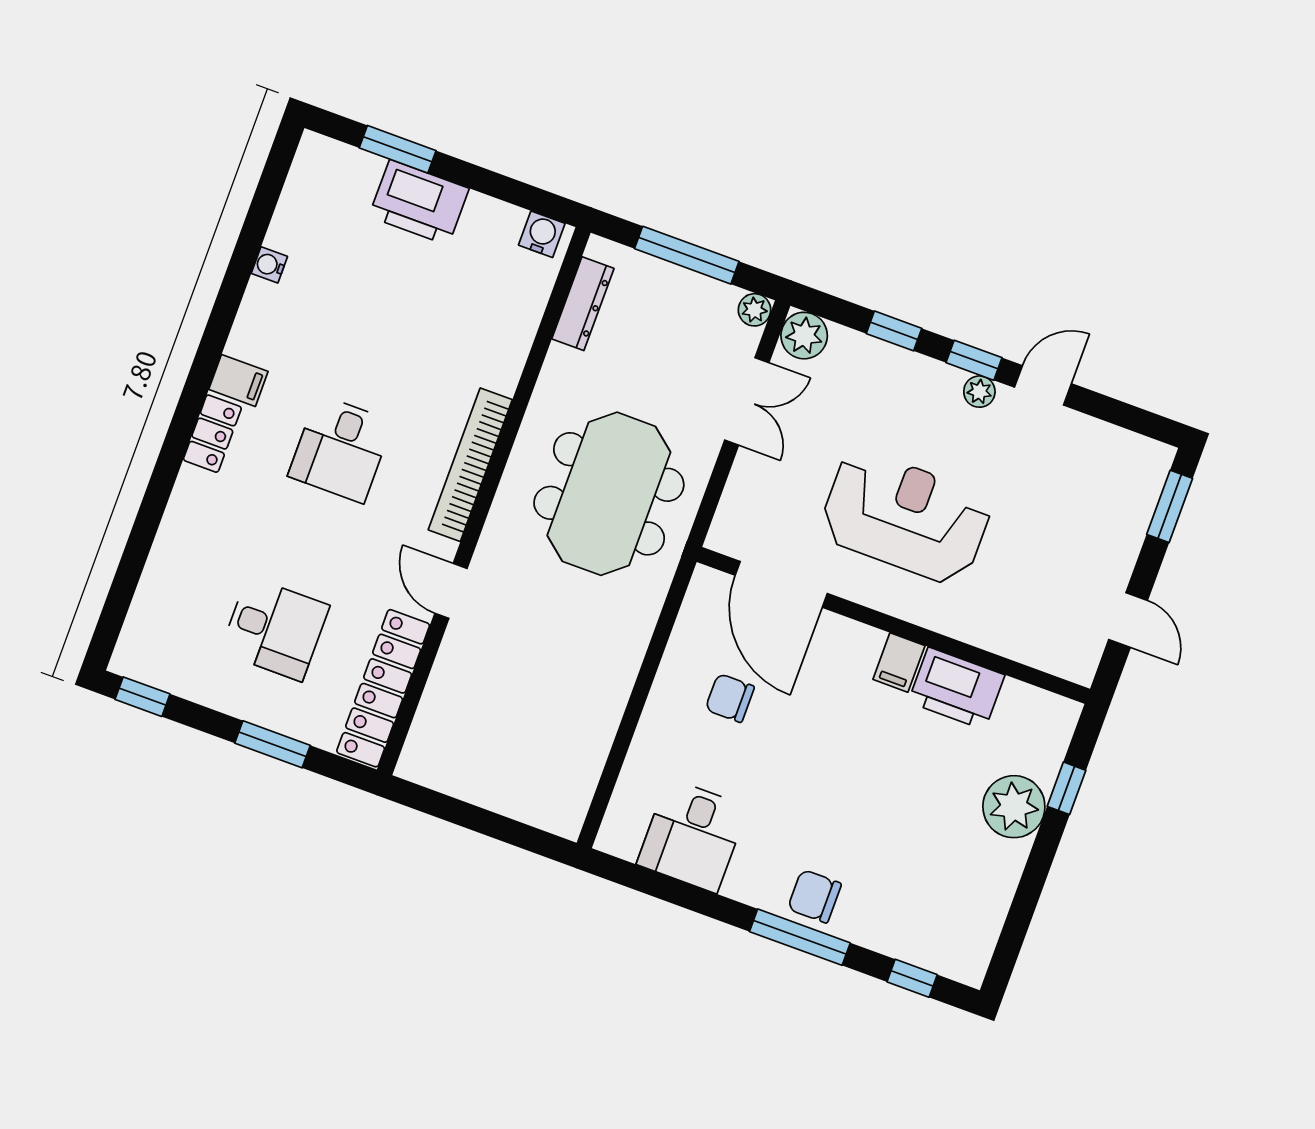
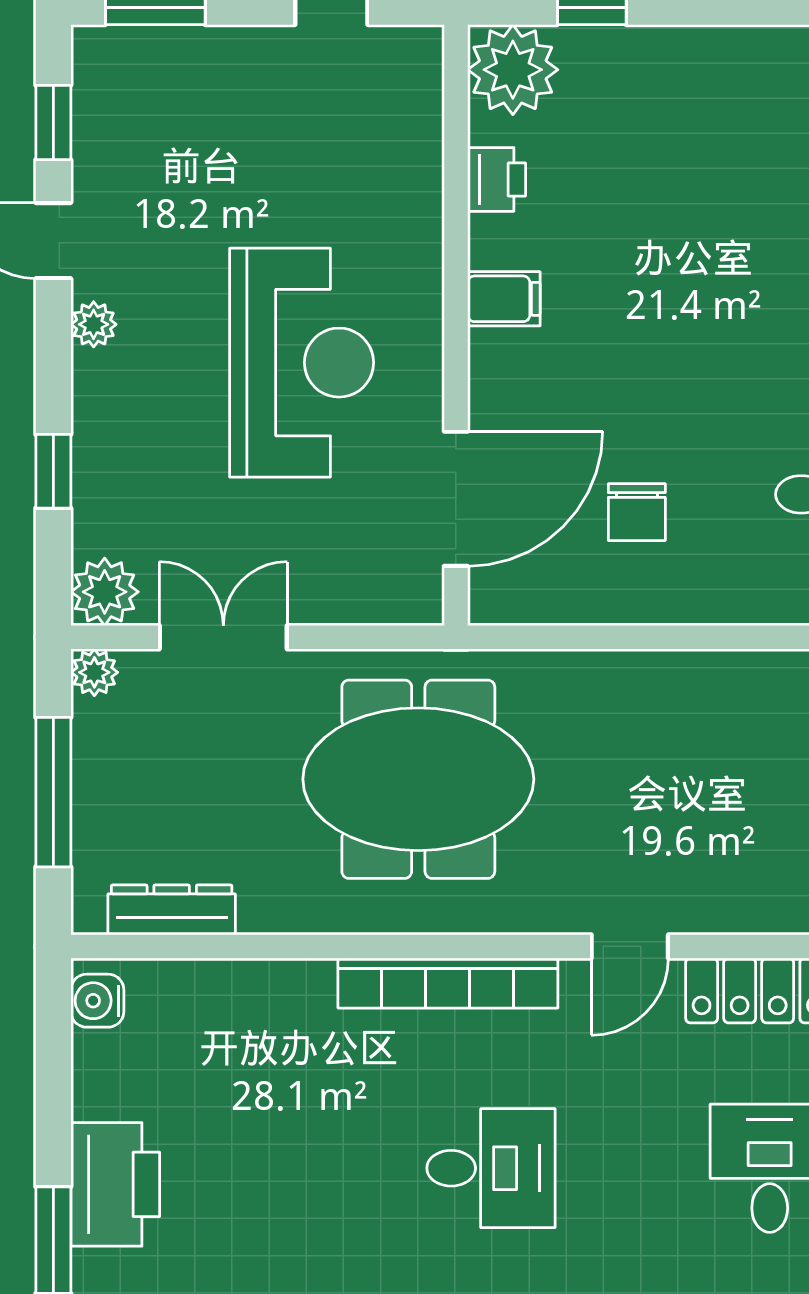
window: (974, 360) -> (53, 123), moved
reception desk: (906, 517) -> (302, 363), turned 180
printer: (956, 688) -> (497, 179), width x0.53, depth x0.68
plant: (1014, 807) -> (513, 70), moved

